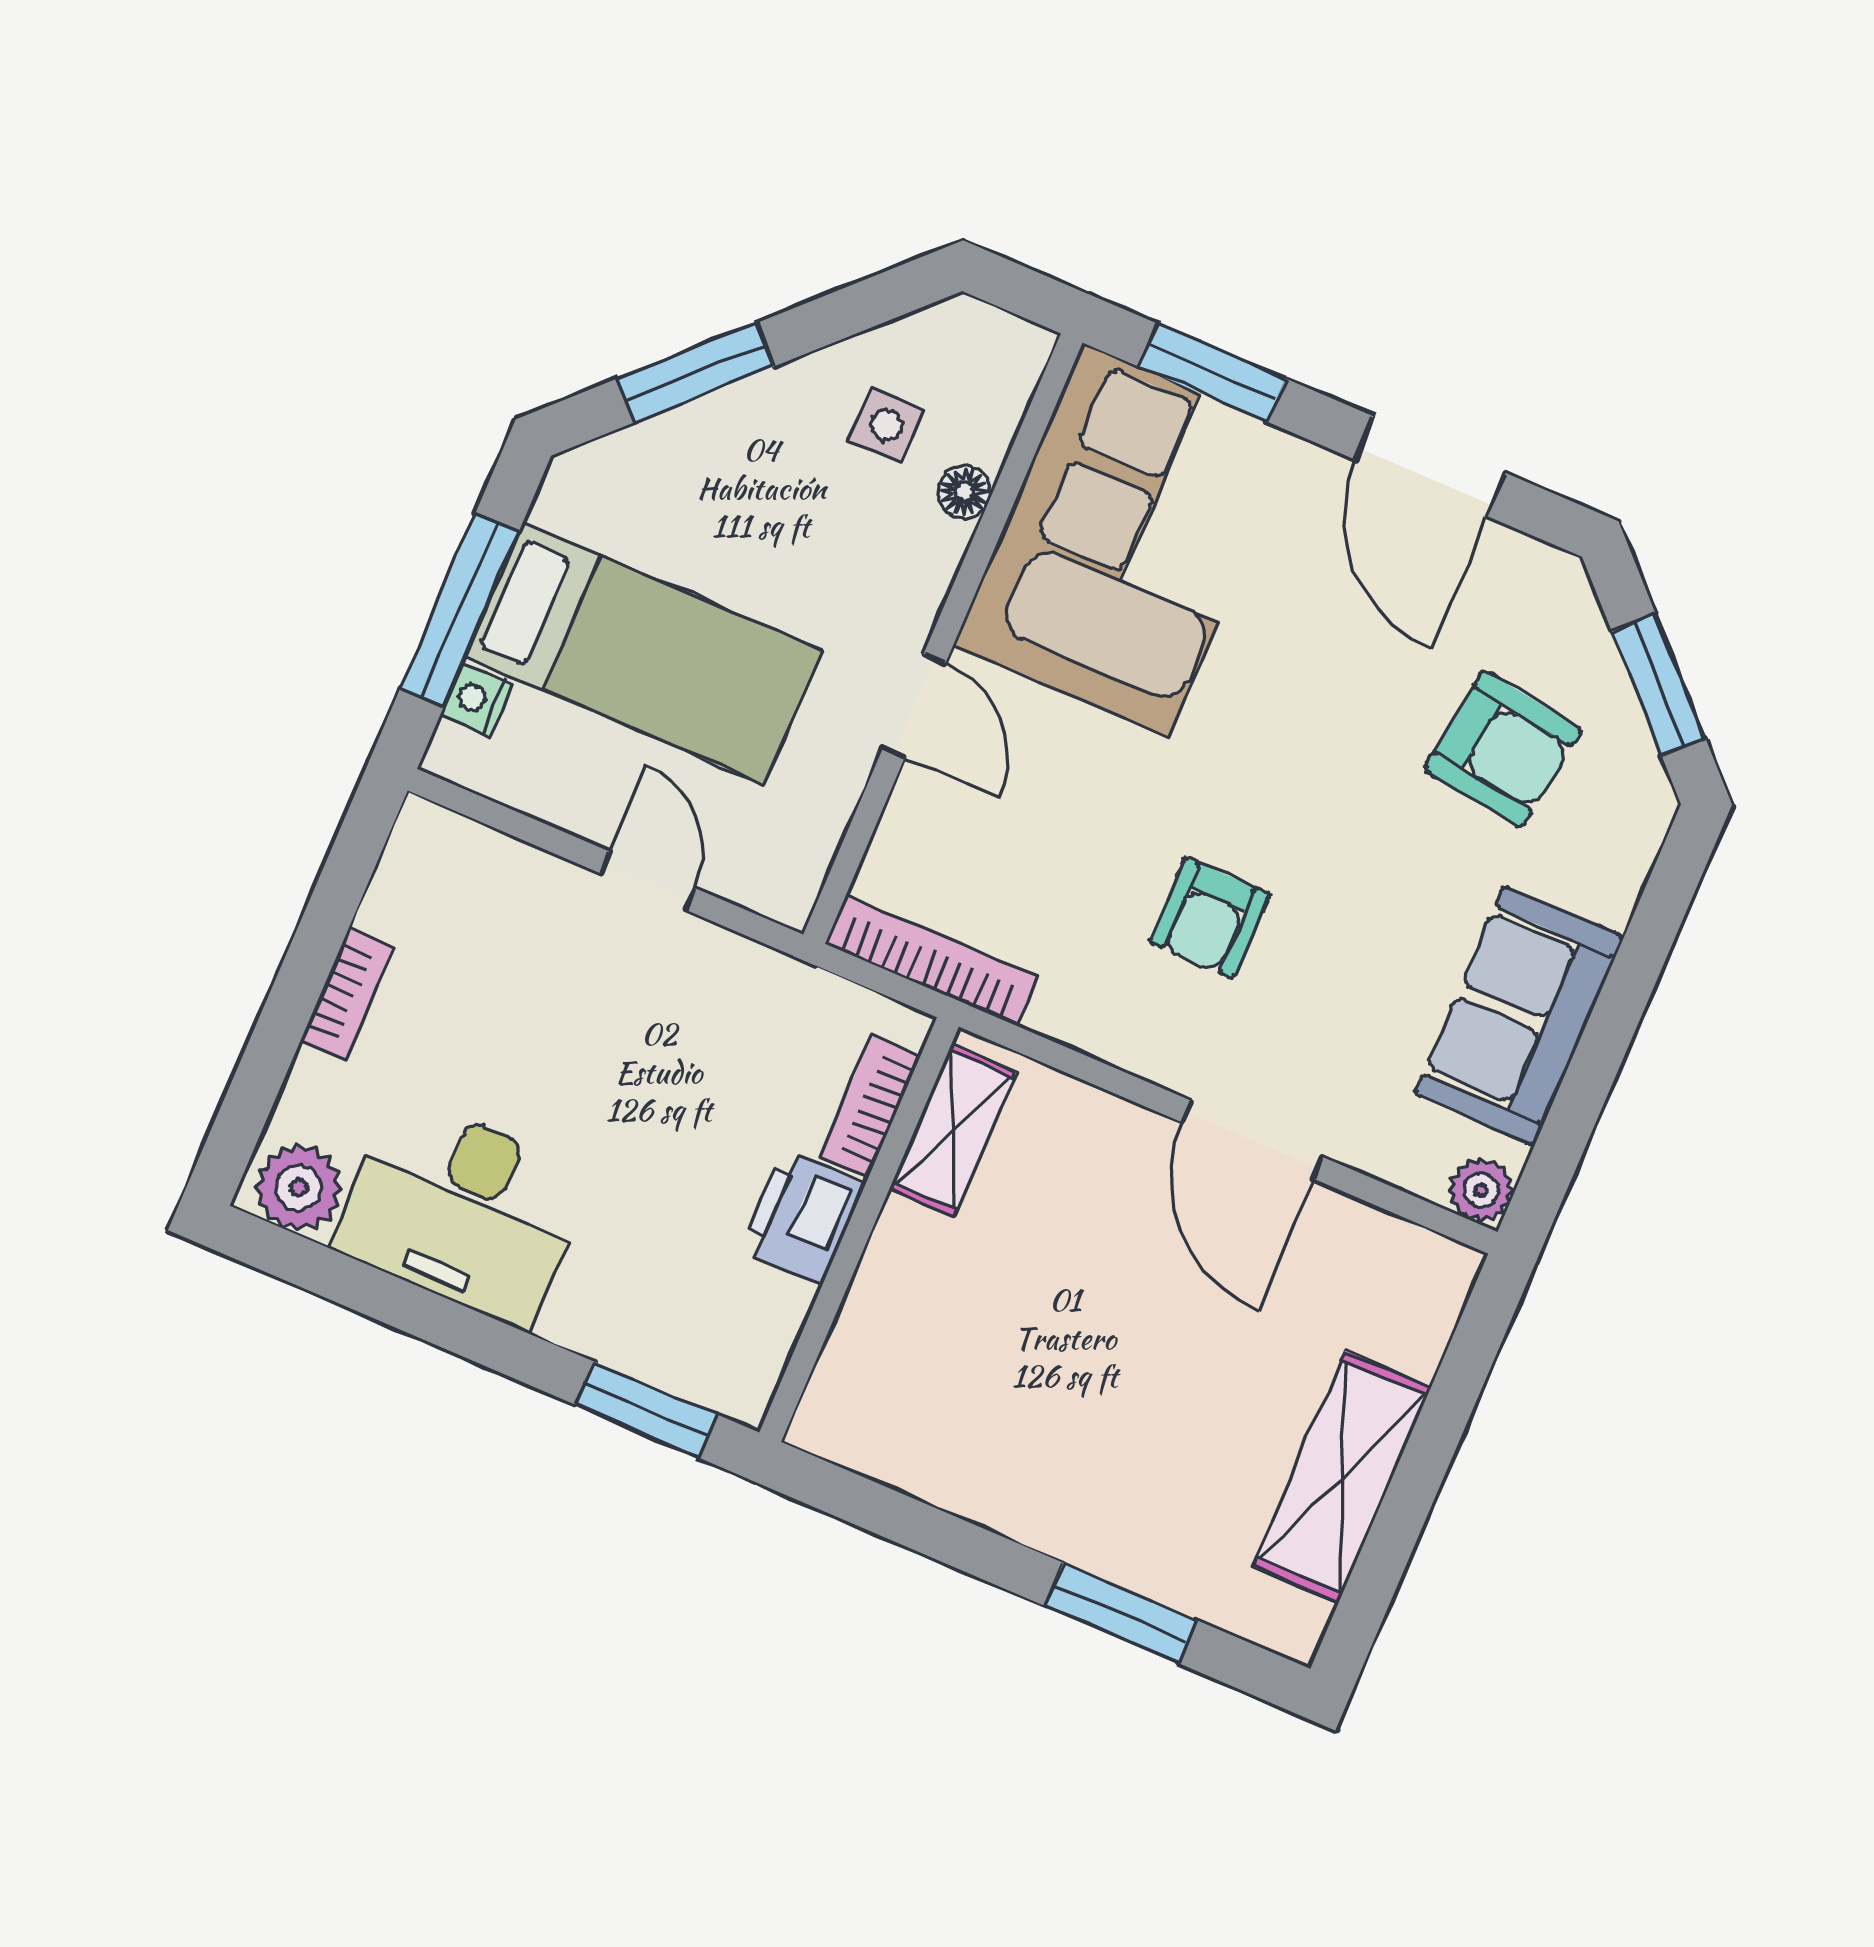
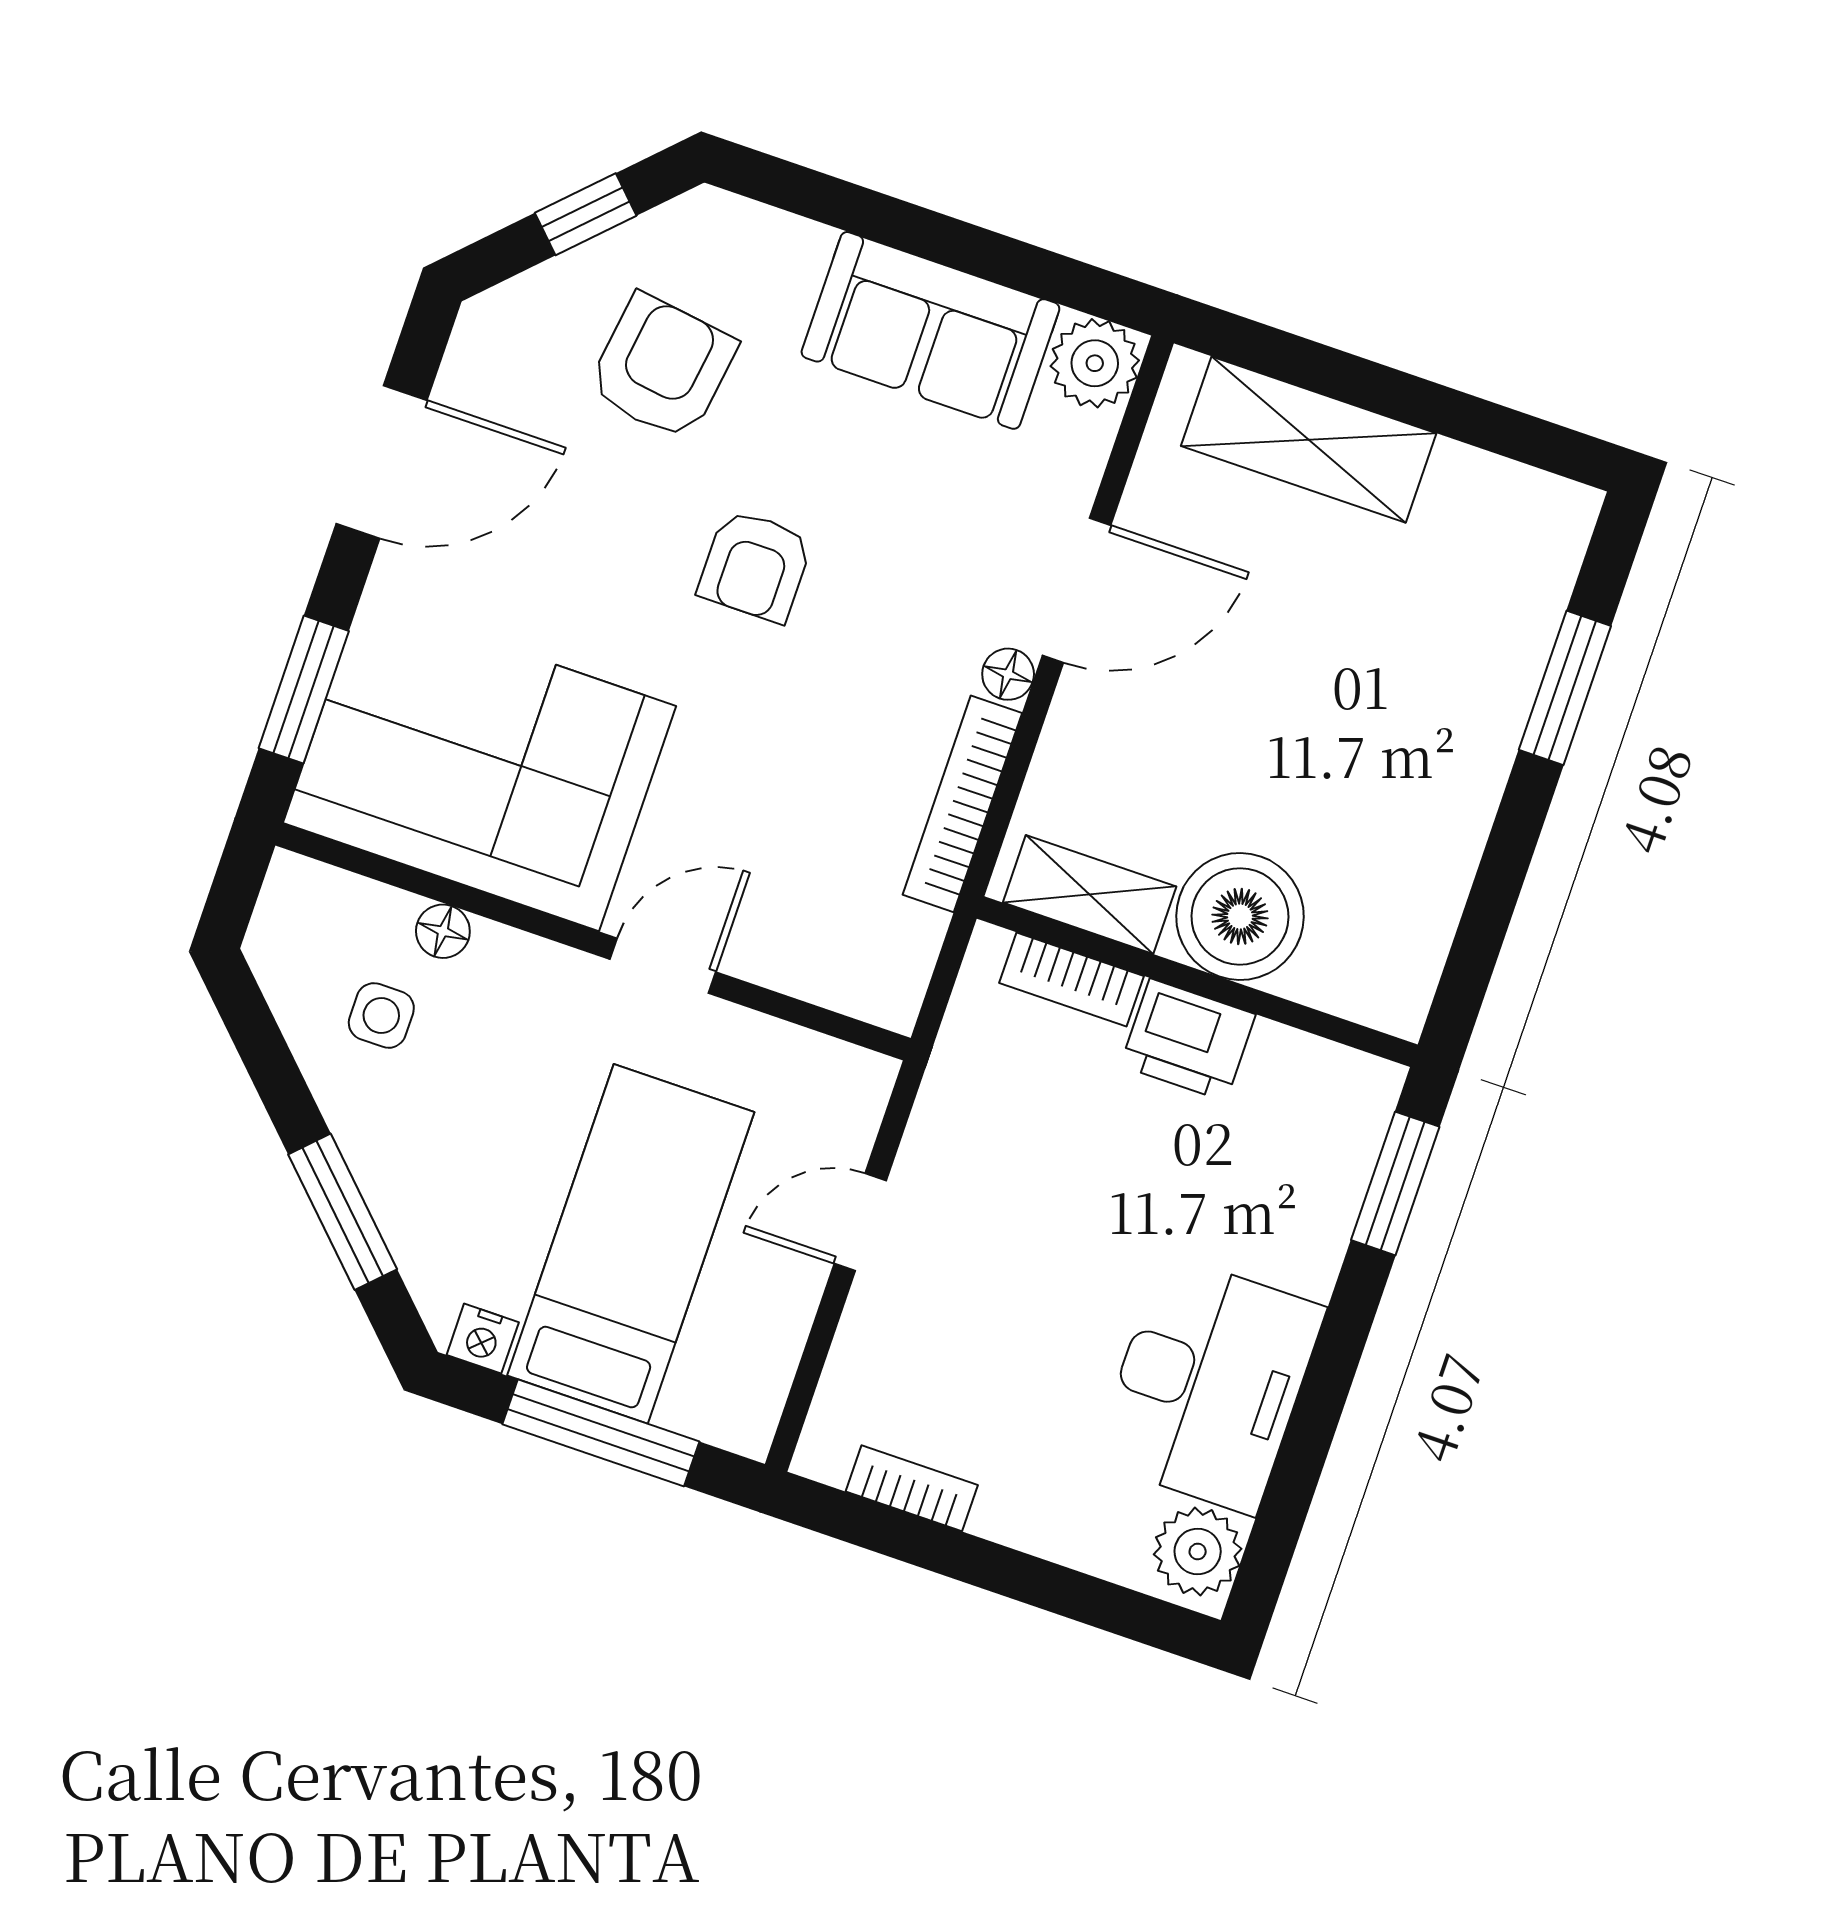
window: (1659, 685) -> (586, 214), width x0.67
nightstand: (476, 699) -> (483, 1339), moved
armchair: (1209, 918) -> (755, 566), moved, turned 90
bookcase: (931, 960) -> (962, 804), moved
bookcase: (347, 994) -> (912, 1488), moved
floor lamp: (1175, 1066) -> (1008, 674), added
plant: (1481, 1190) -> (1095, 363), width x1.38, depth x1.38
boiler: (920, 1277) -> (1240, 916), added
shelving: (1342, 1477) -> (1309, 440), moved

